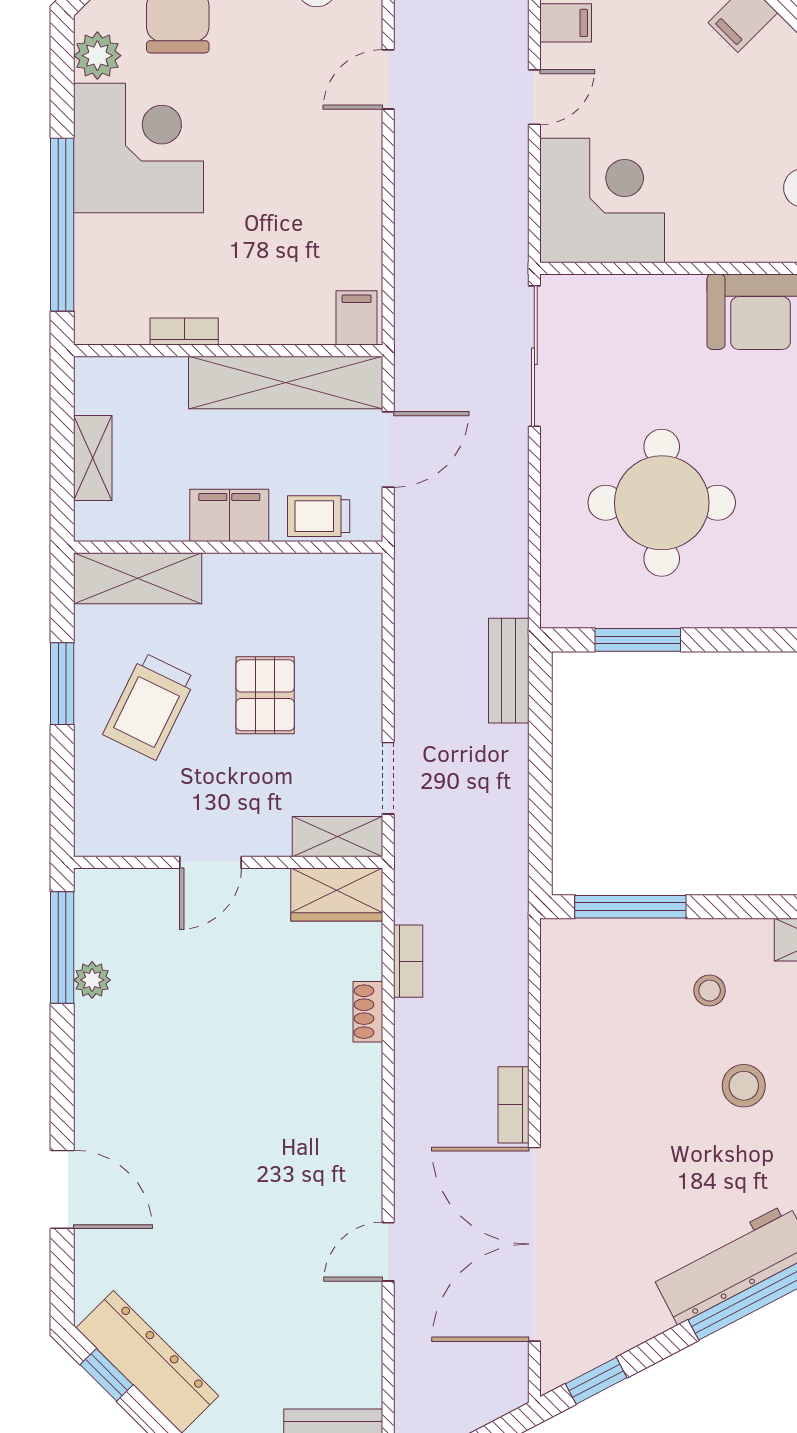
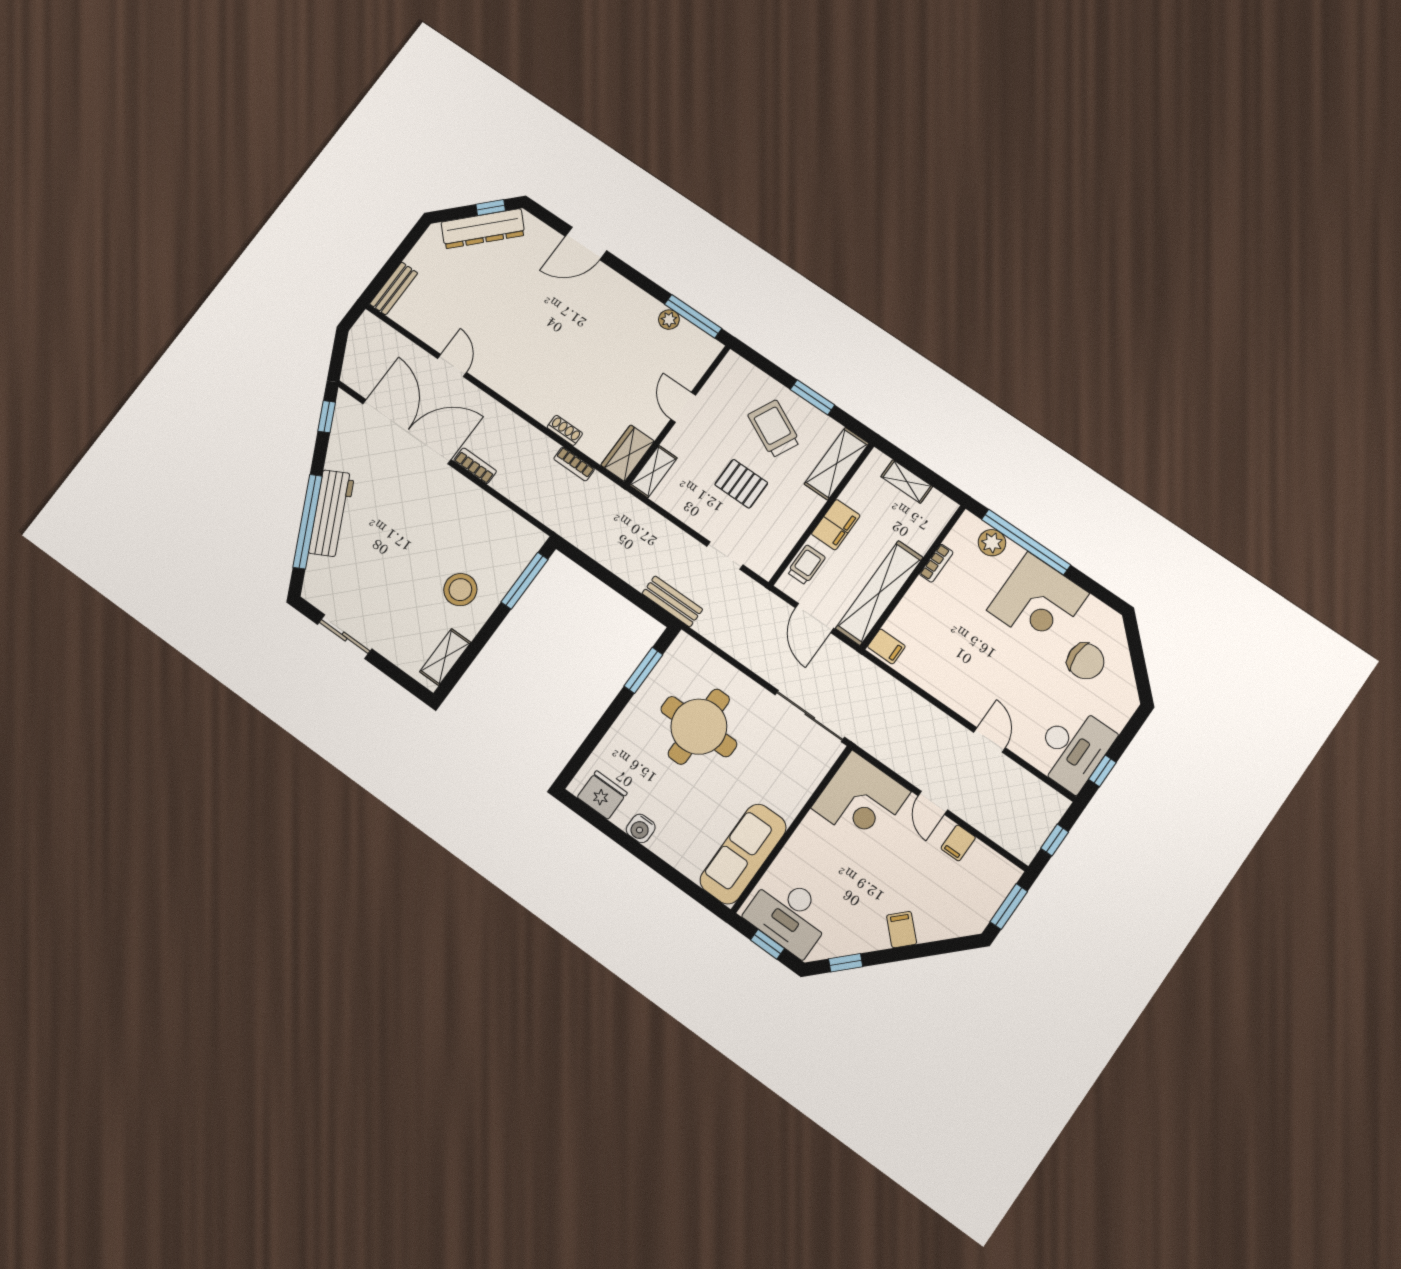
plant: (97, 56) -> (992, 543), moved
doorway: (388, 778) -> (725, 556), moved
stool: (710, 991) -> (460, 590), width x1.89, depth x1.89
stool: (744, 1086) -> (406, 575), removed

